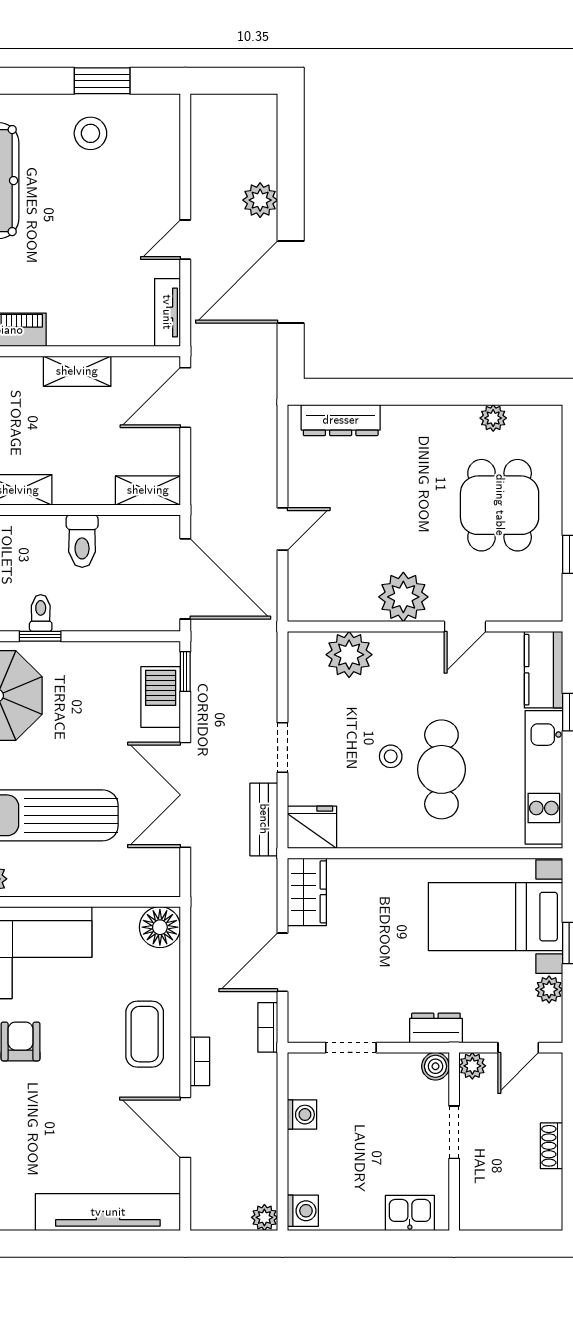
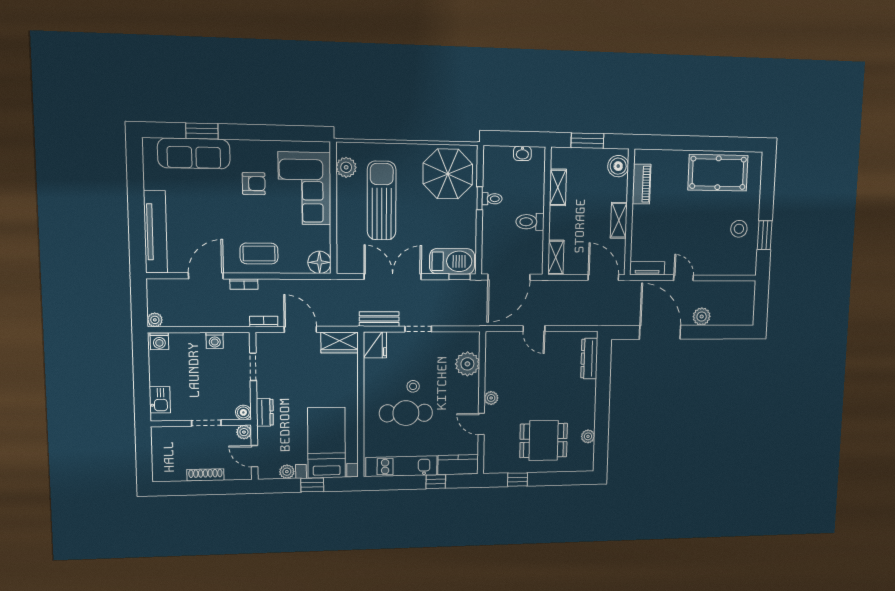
plant: (403, 597) -> (491, 398), width x0.53, depth x0.53
barbecue: (161, 697) -> (452, 261), width x1.37, depth x1.21
shoe rack: (552, 1146) -> (205, 475), width x1.43

